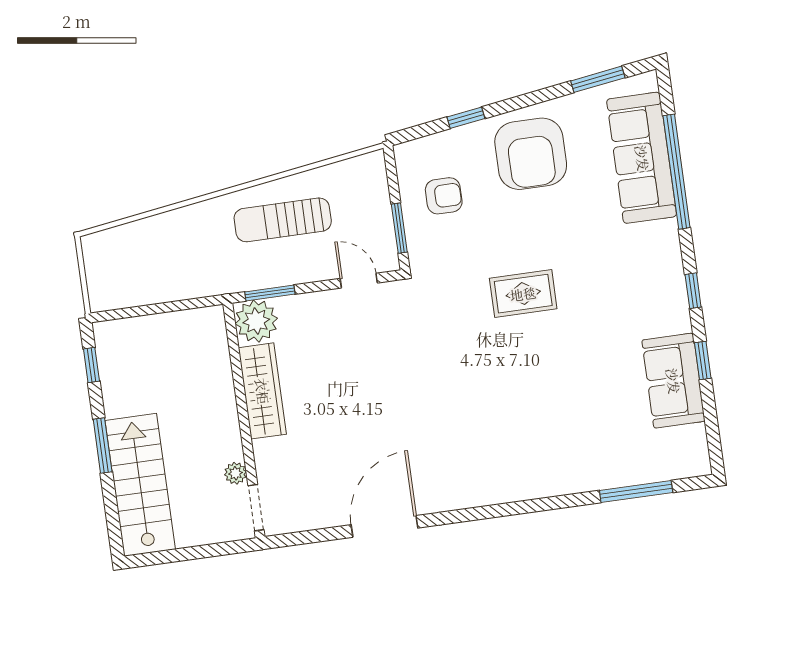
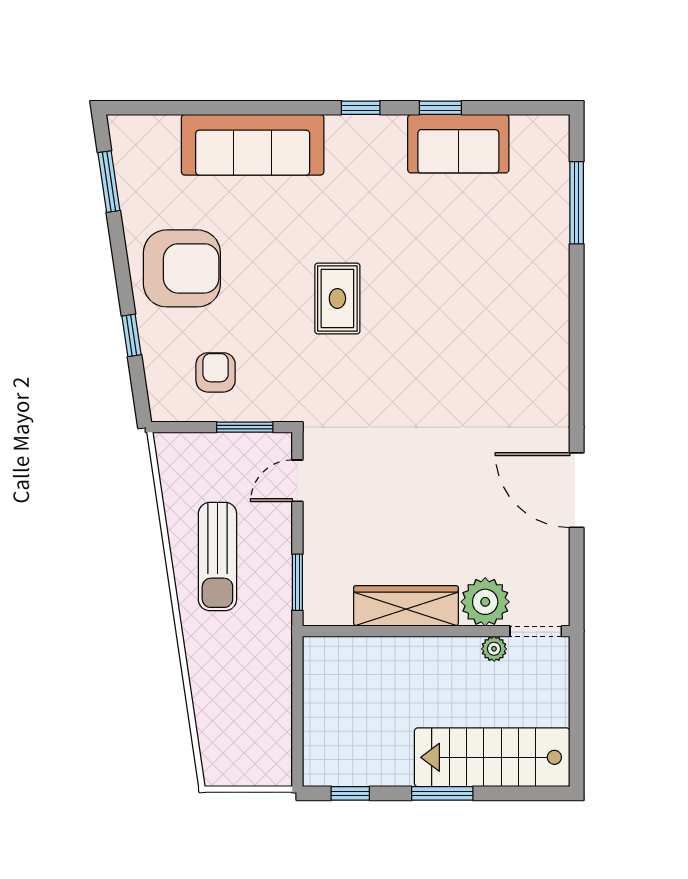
sofa: (642, 158) -> (253, 145), moved
window: (677, 172) -> (225, 108), removed
plant: (256, 321) -> (485, 602), moved

